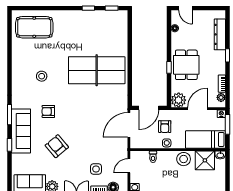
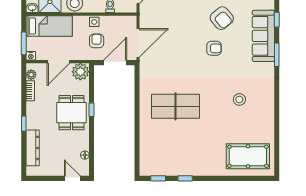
table tennis table: (97, 70) -> (176, 106), width x0.73, depth x0.76
armchair: (48, 111) -> (214, 48), moved

